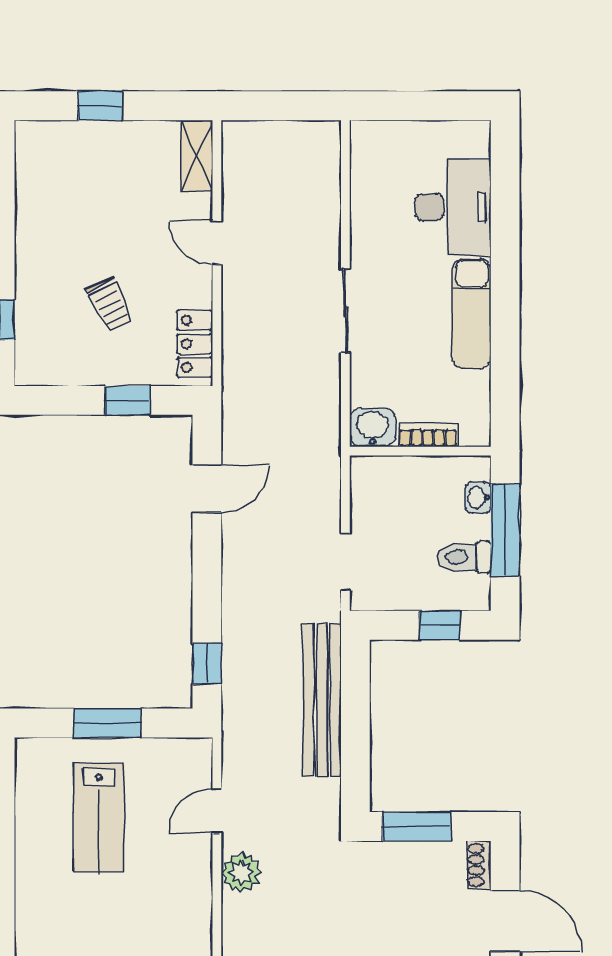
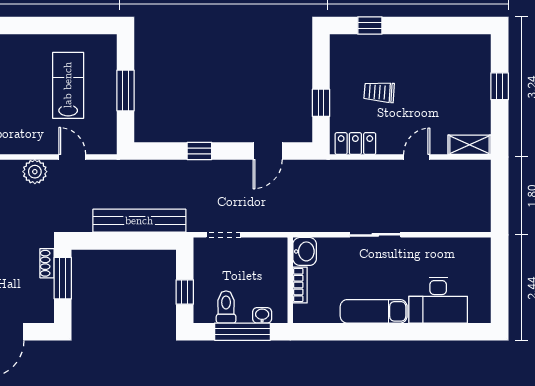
trolley: (110, 304) -> (379, 92), turned 30
door: (207, 489) -> (268, 151), hinge flipped
window: (207, 664) -> (199, 151), moved
lab bench: (99, 818) -> (68, 85), turned 90
shoe rack: (479, 865) -> (47, 263), moved, turned -90

